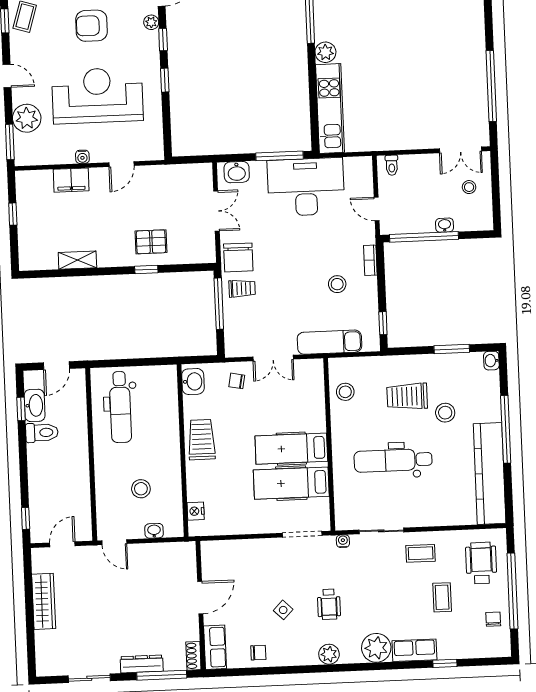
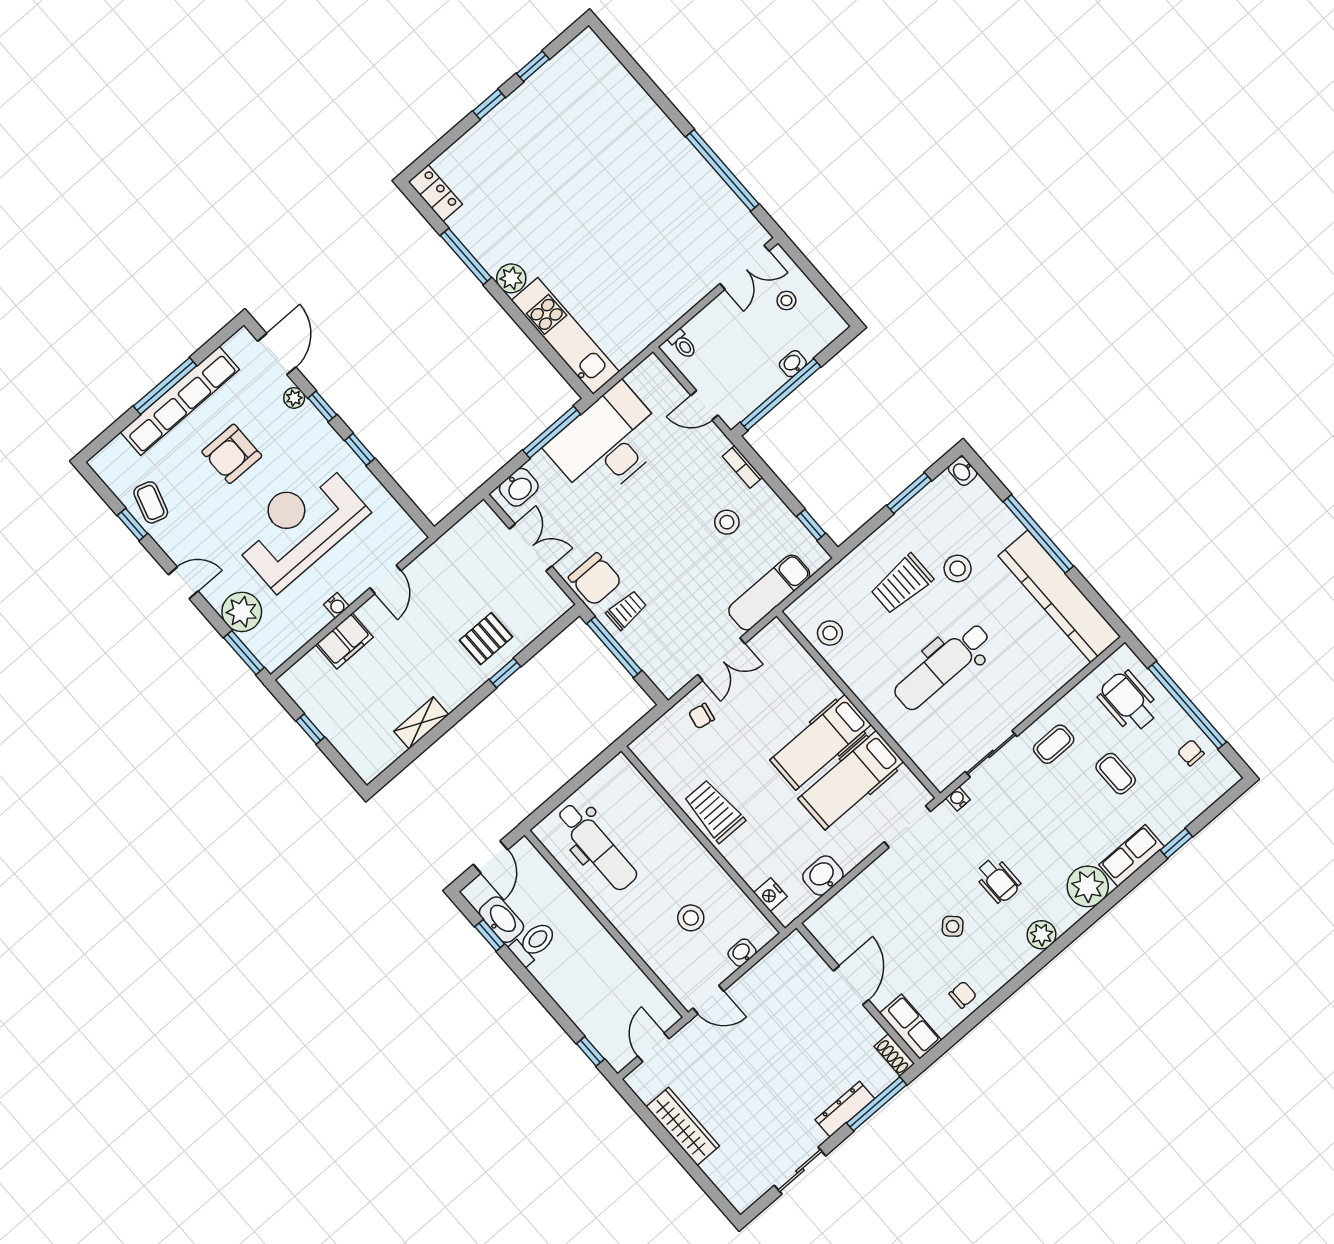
washbasin: (193, 382) -> (823, 875), moved, turned -90

